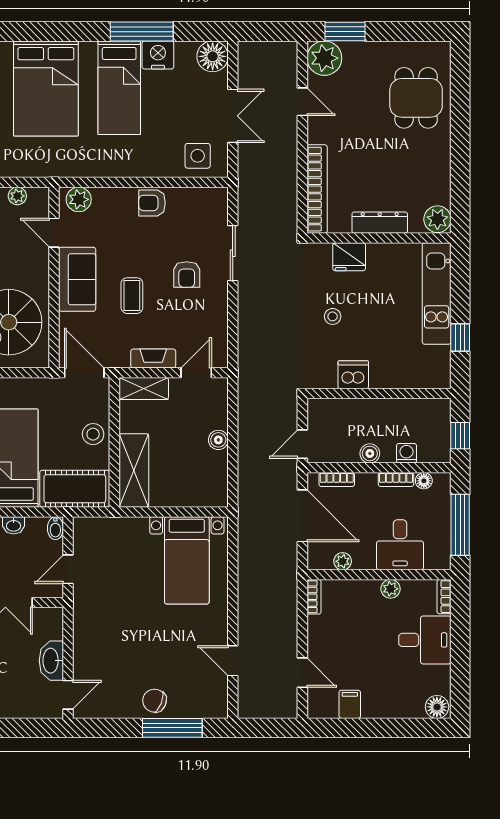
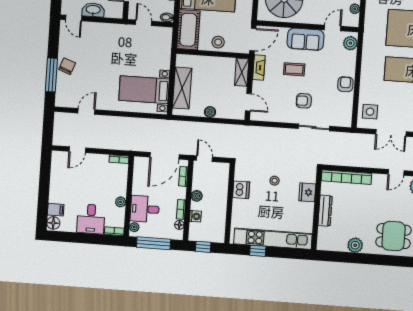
plant: (437, 219) -> (355, 245), moved
kitchen unit: (437, 294) -> (273, 239), width x1.36
fireplace: (153, 359) -> (259, 67), moved
shelving: (134, 470) -> (182, 88), moved, turned 90
plant: (343, 561) -> (134, 227), moved
filing cabinet: (350, 704) -> (56, 210), moved

